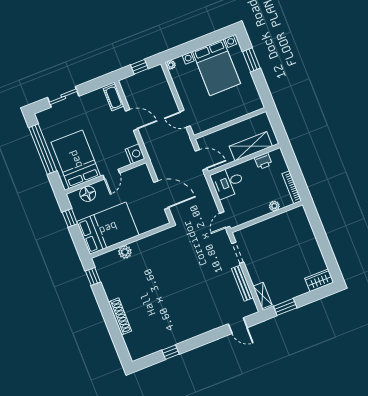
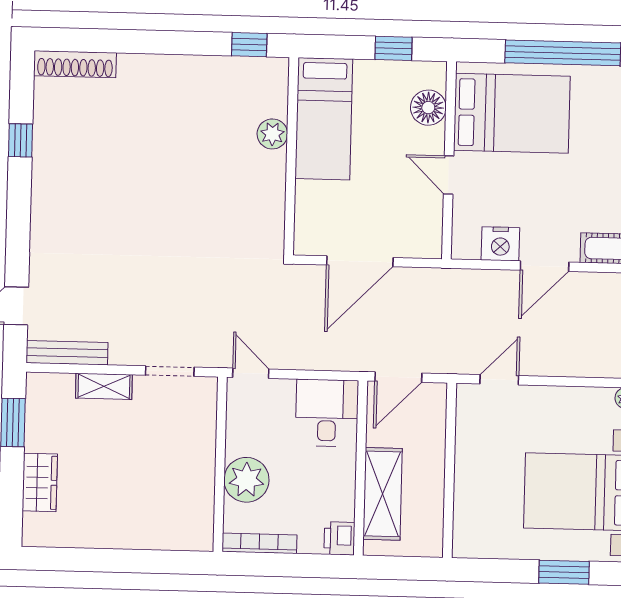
nightstand: (135, 154) -> (500, 244), moved
printer: (263, 161) -> (339, 538), moved
plant: (274, 206) -> (246, 480), width x1.87, depth x1.87
bed: (108, 228) -> (324, 119), width x0.67
wardrobe: (319, 280) -> (40, 482), moved
bench: (242, 283) -> (67, 353), moved
shelving: (263, 295) -> (104, 386), moved
shoe rack: (120, 316) -> (75, 64), moved

